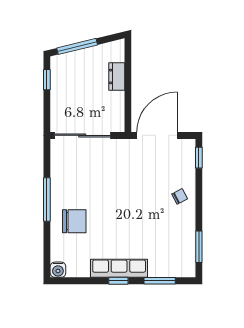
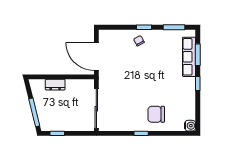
window: (199, 158) -> (144, 27), moved
window: (47, 200) -> (141, 133), width x0.46
chair: (74, 221) -> (156, 114), turned -90
row of seats: (119, 268) -> (189, 57), moved

